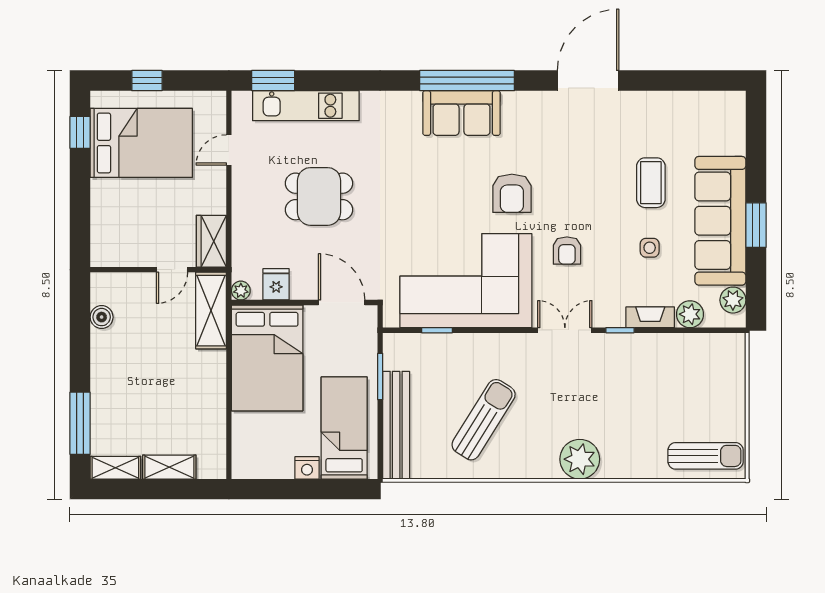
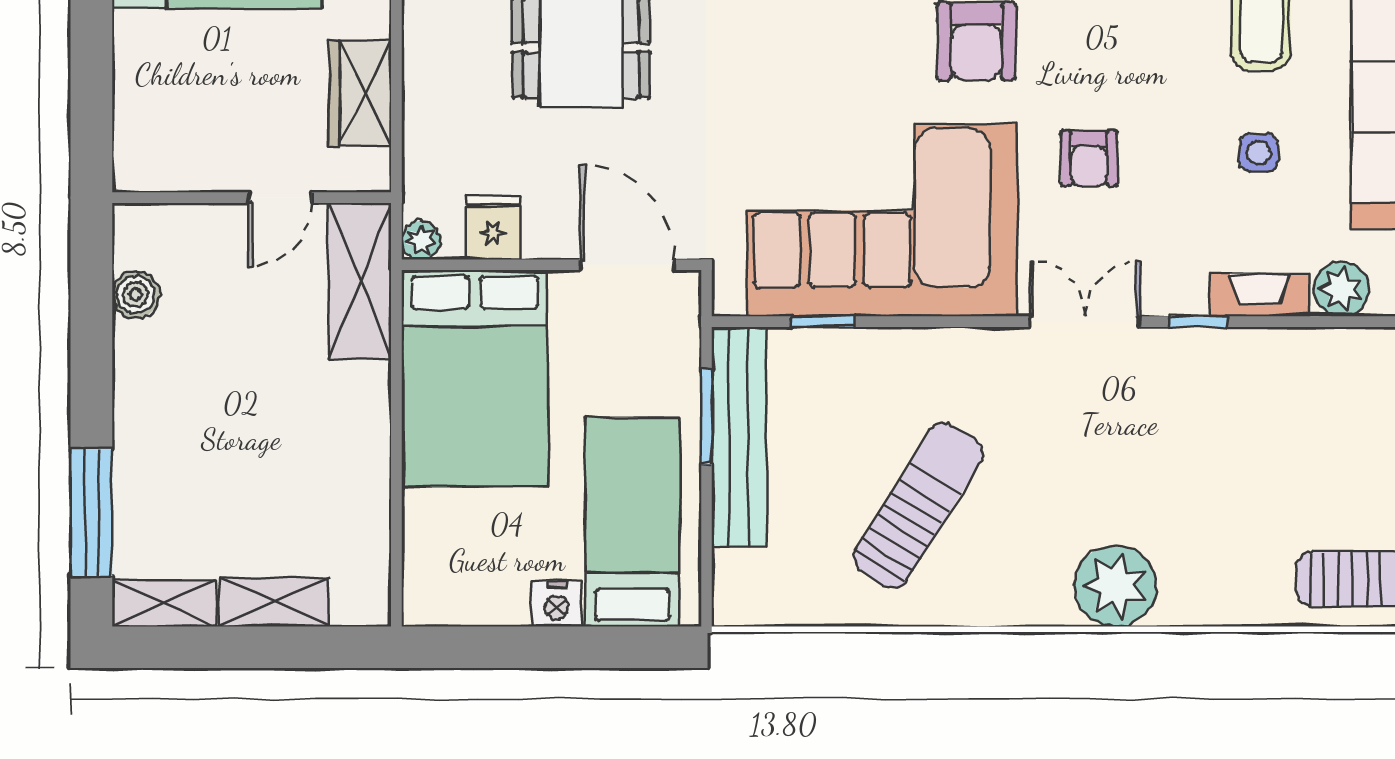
wardrobe: (211, 241) -> (360, 93), moved
bench: (396, 425) -> (739, 437), moved

